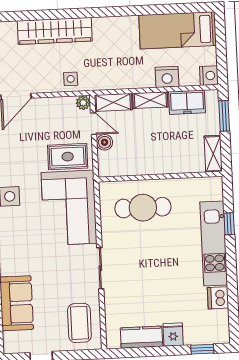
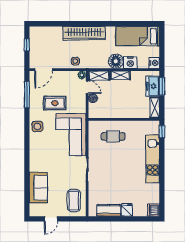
wardrobe: (55, 31) -> (84, 33), moved
floor lamp: (141, 76) -> (116, 61), added
freezer: (187, 102) -> (153, 86), moved, turned 90
rug: (68, 157) -> (55, 103), moved
cafe table: (143, 208) -> (113, 136), width x0.73, depth x0.74
window: (229, 224) -> (162, 132), moved
dishwasher: (218, 298) -> (154, 210), moved
window: (202, 349) -> (143, 219), removed

